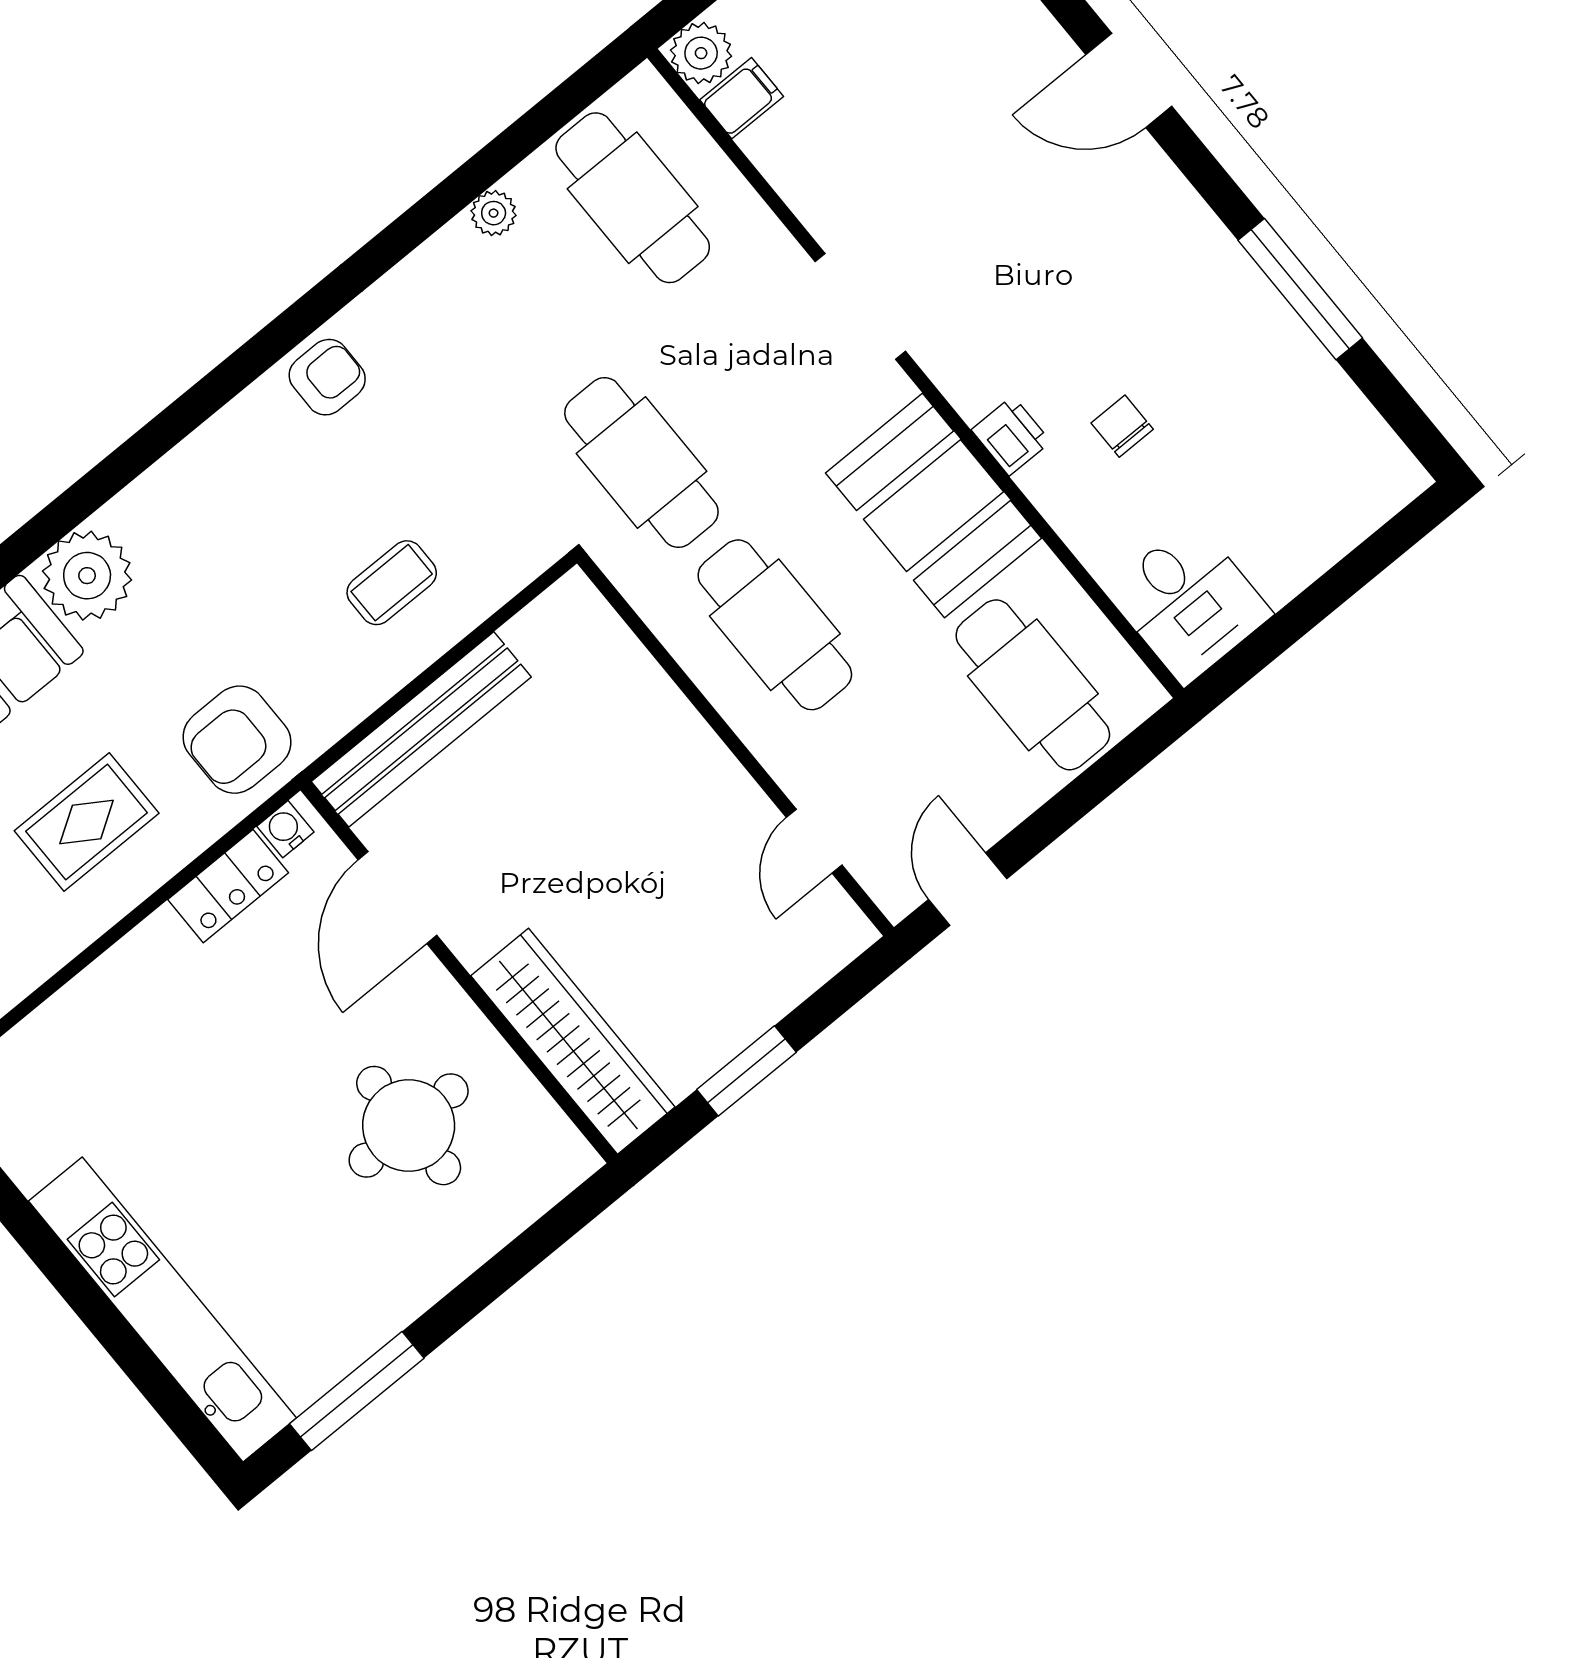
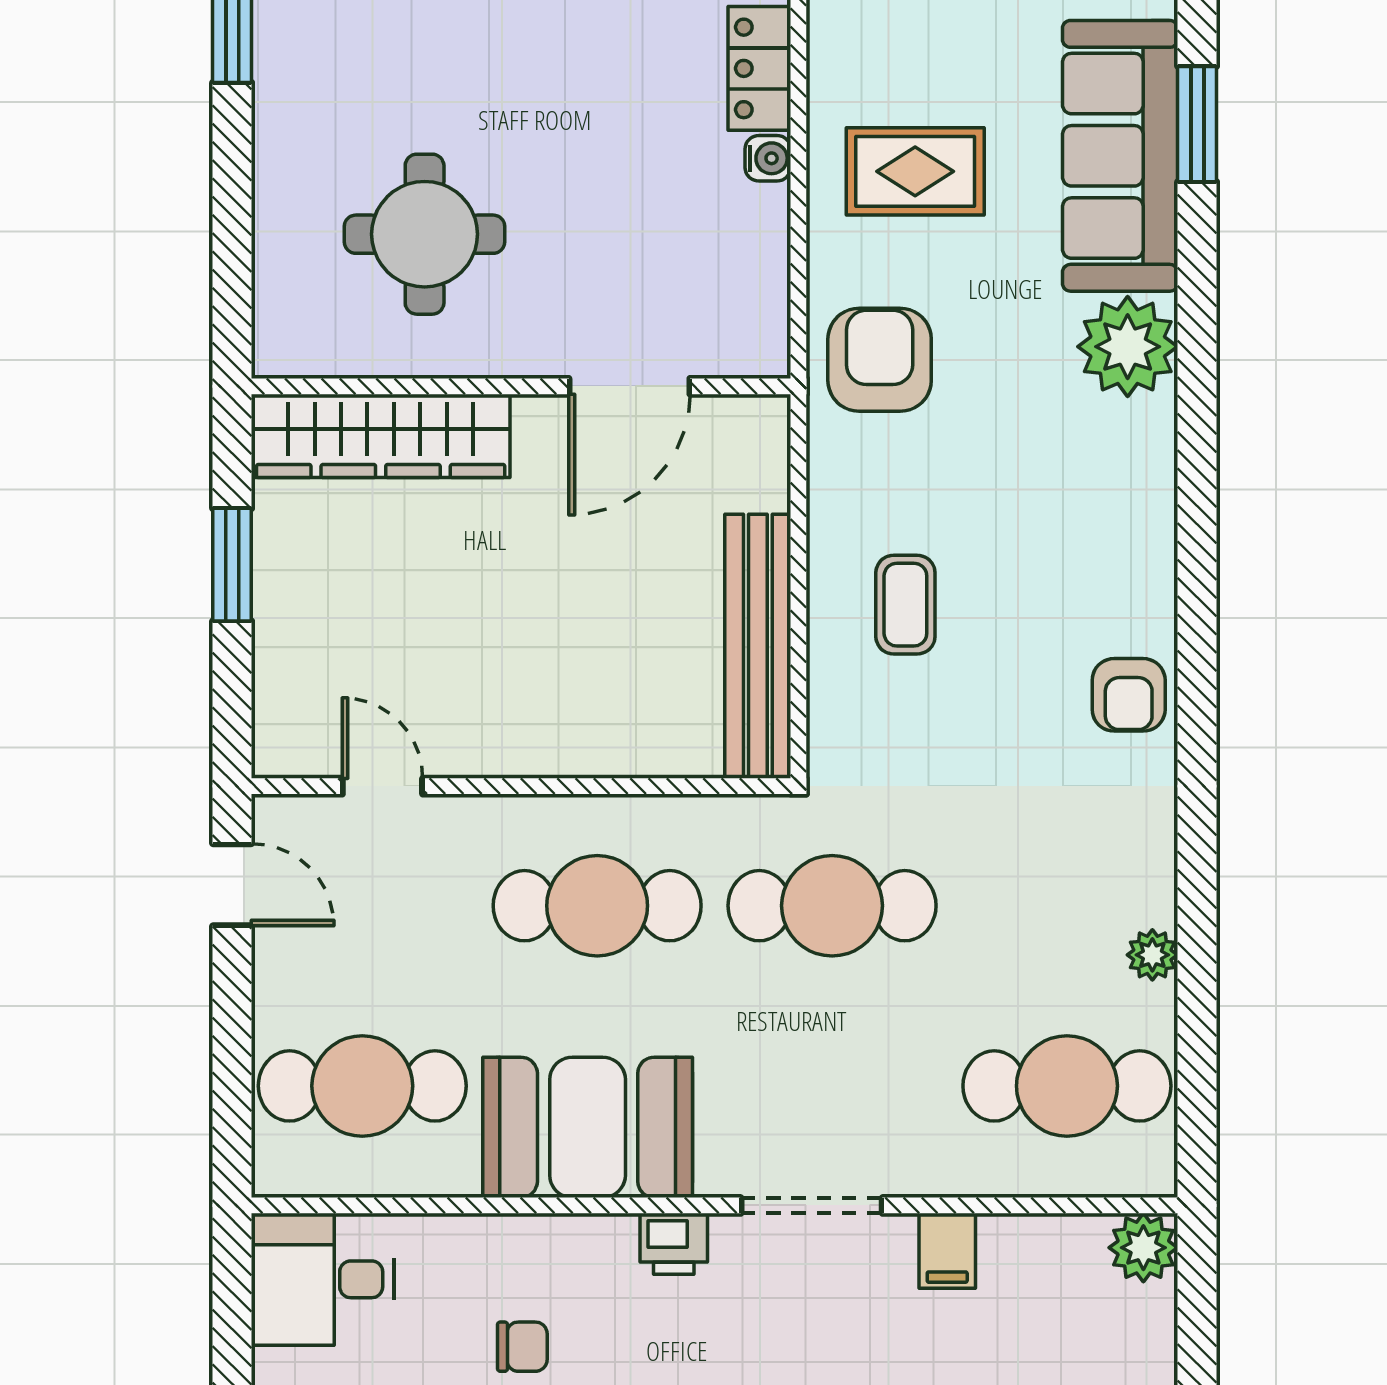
filing cabinet: (742, 98) -> (947, 1251), moved
printer: (1011, 436) -> (674, 1244), moved
bench: (421, 729) -> (758, 646), moved
rug: (87, 822) -> (915, 171), turned 90
water cooler: (285, 829) -> (768, 158), moved
locker: (228, 886) -> (759, 68), moved
door: (397, 897) -> (629, 386), swing flipped

